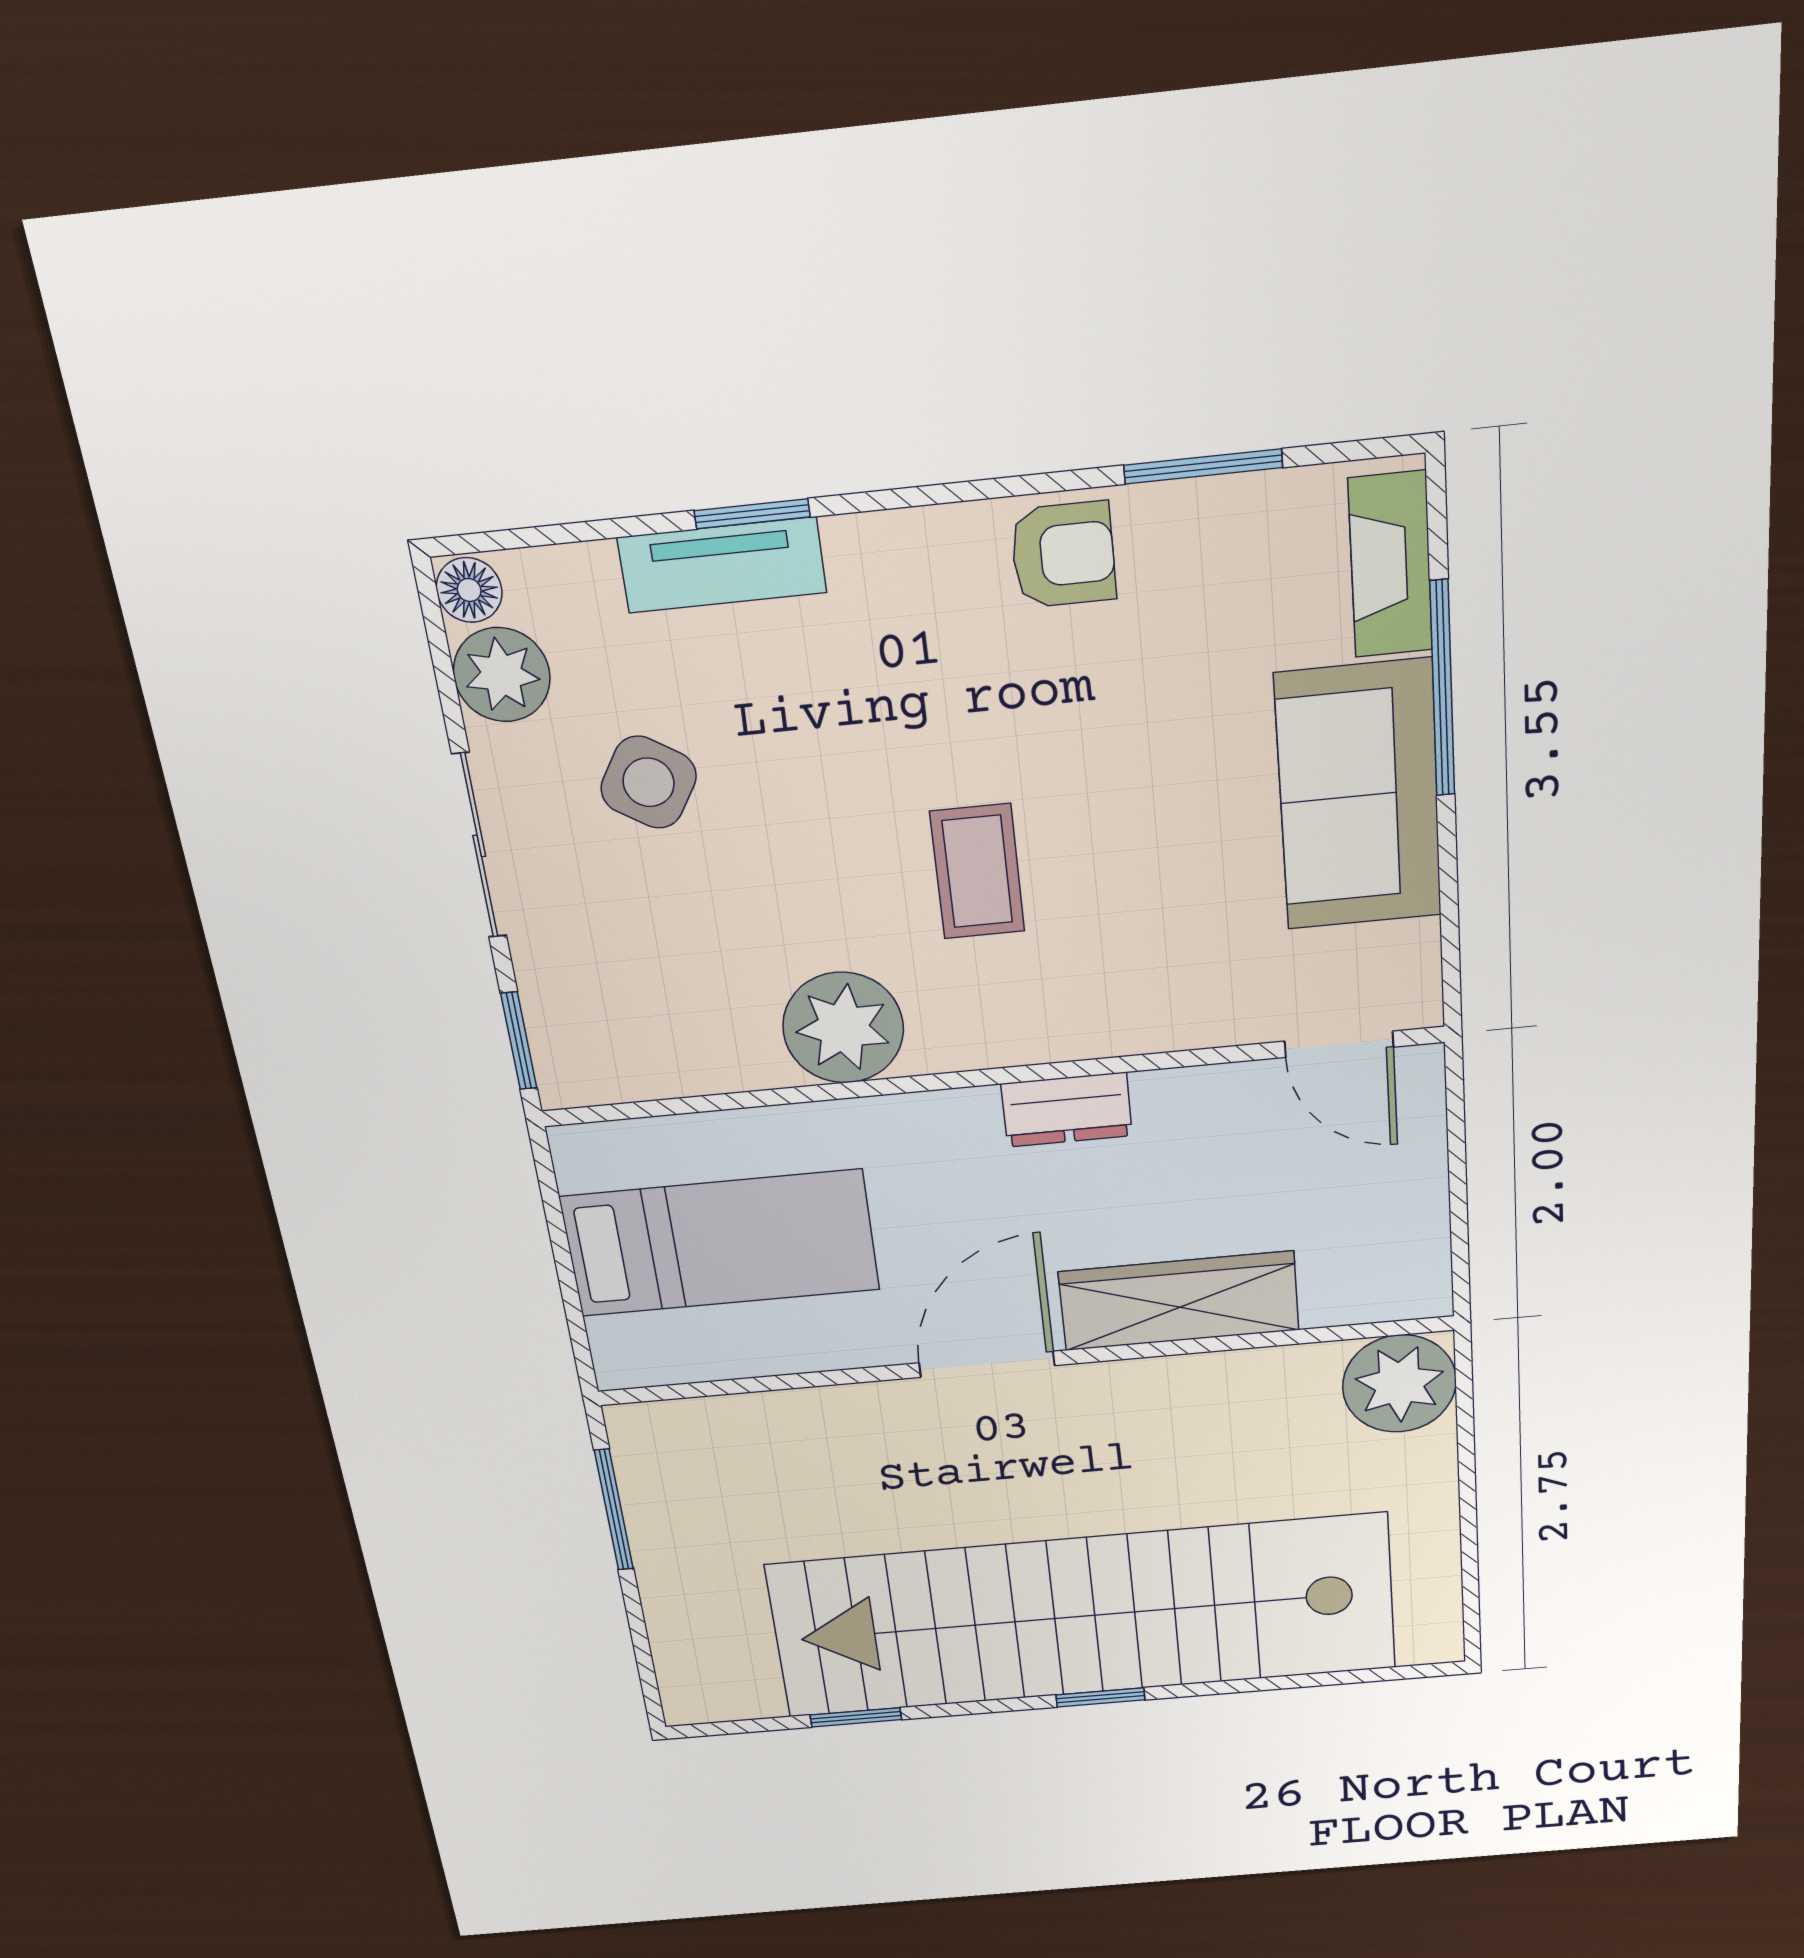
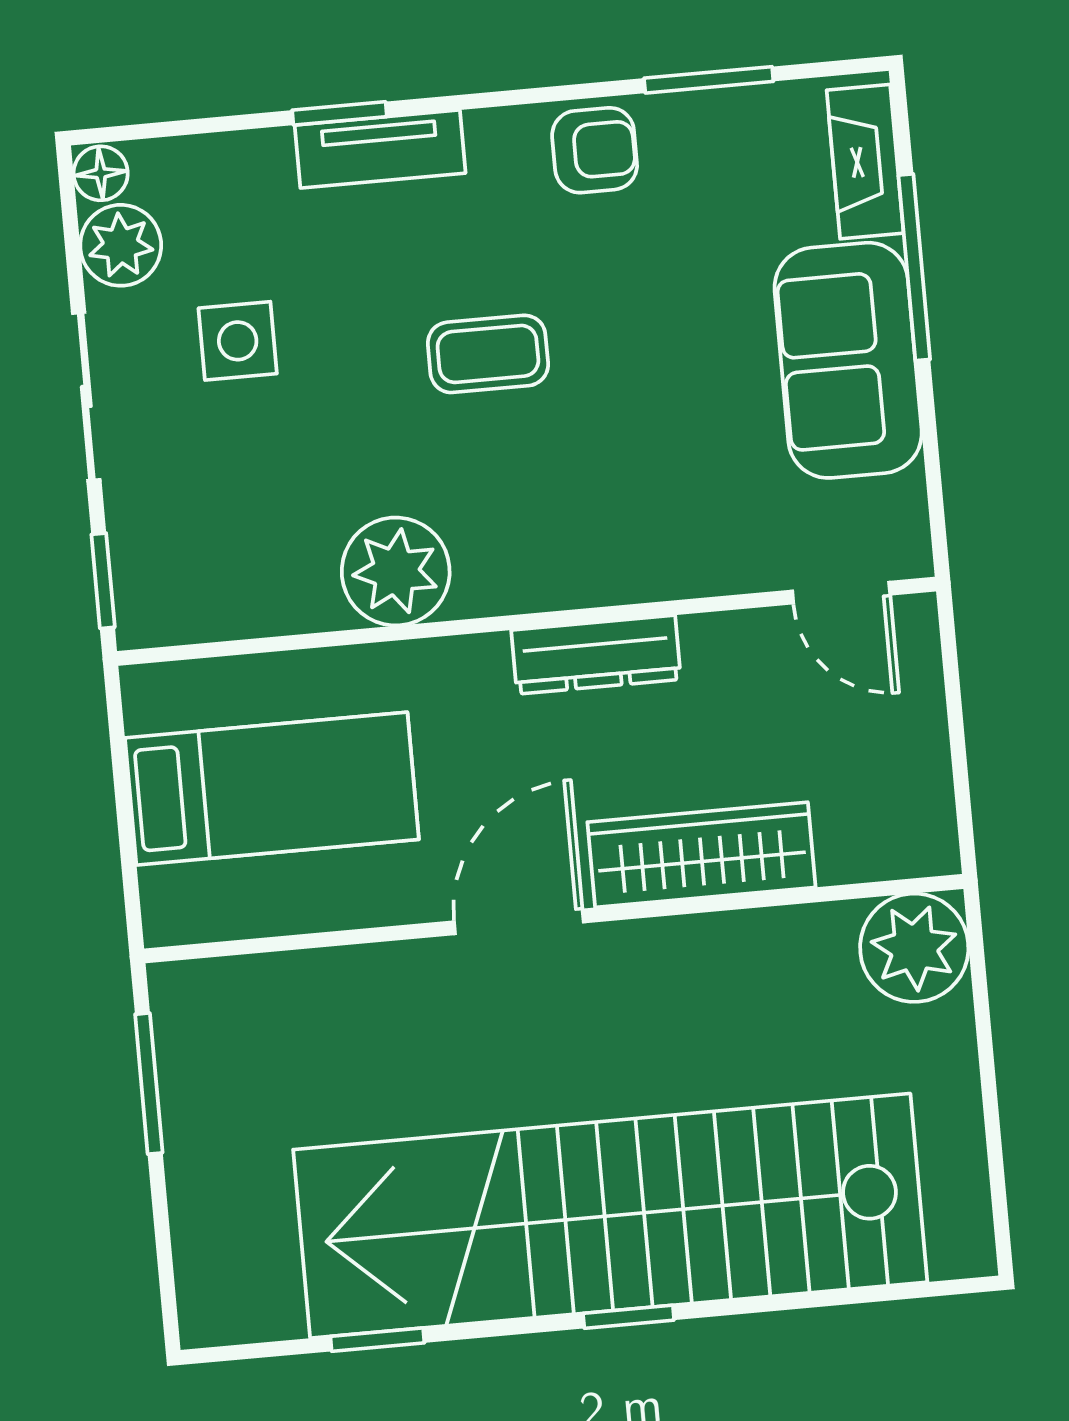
tv unit: (722, 565) -> (380, 149), moved
side table: (649, 782) -> (238, 341), turned -32
coffee table: (977, 872) -> (488, 354), moved, turned 90
dresser: (1067, 1110) -> (596, 655), width x1.44

